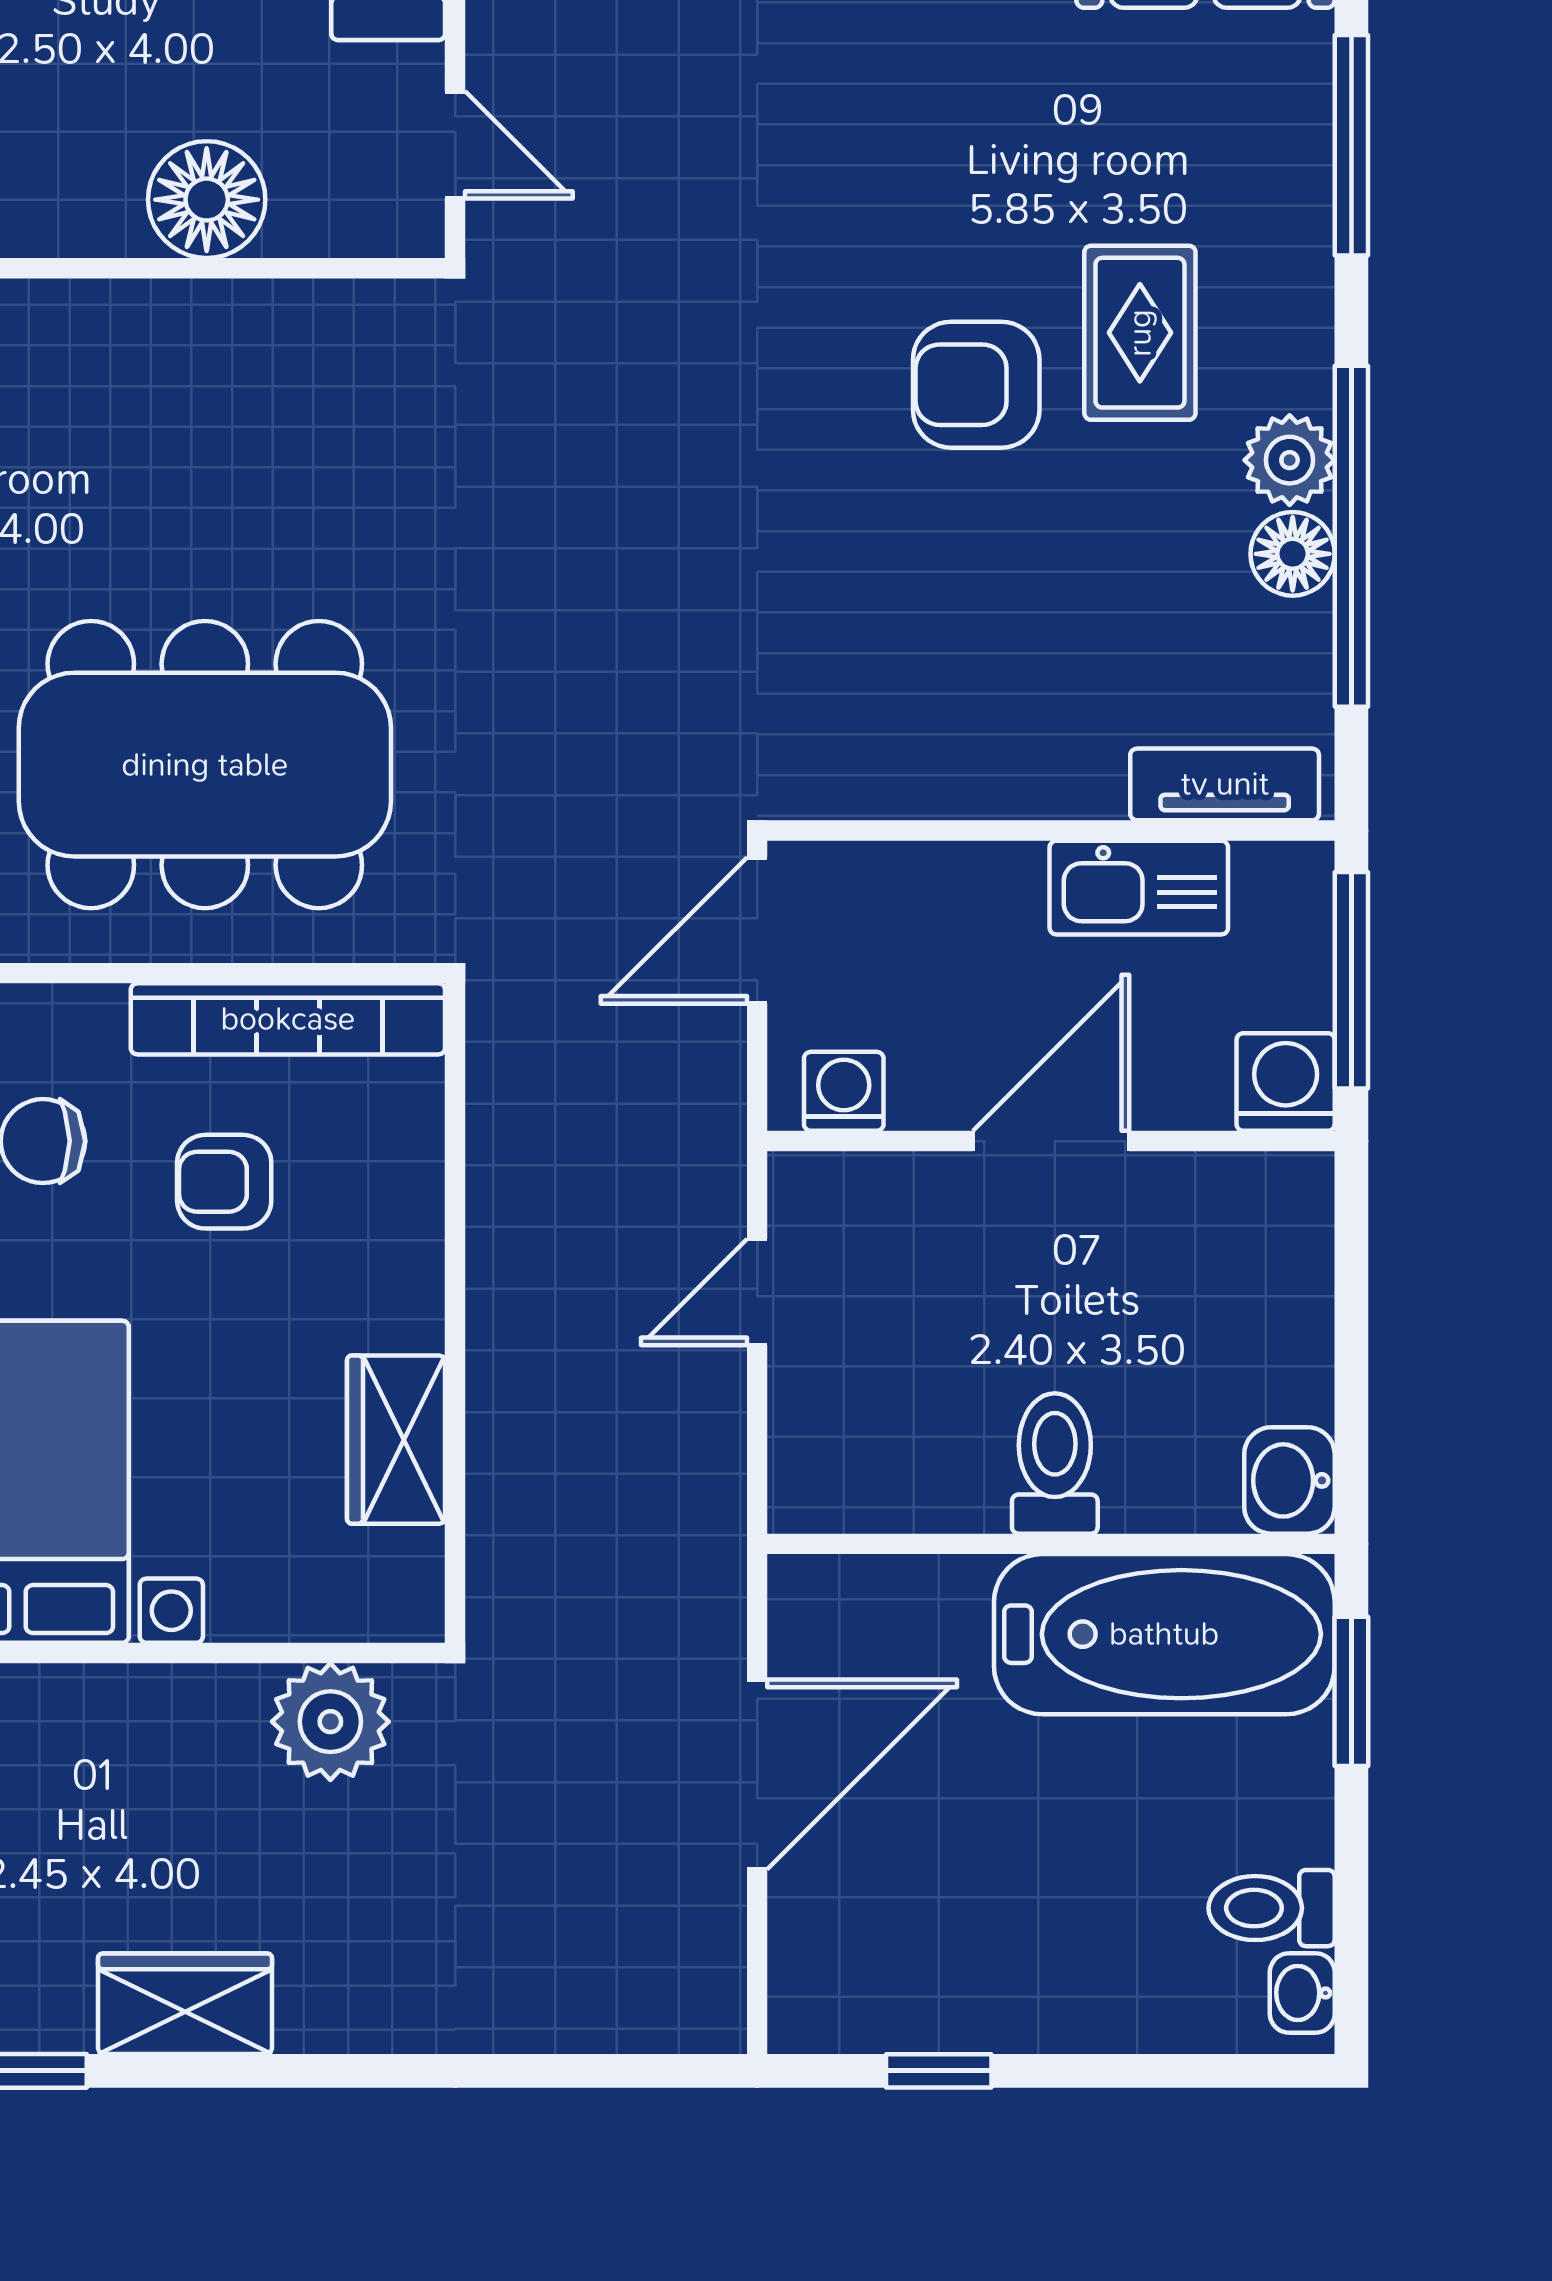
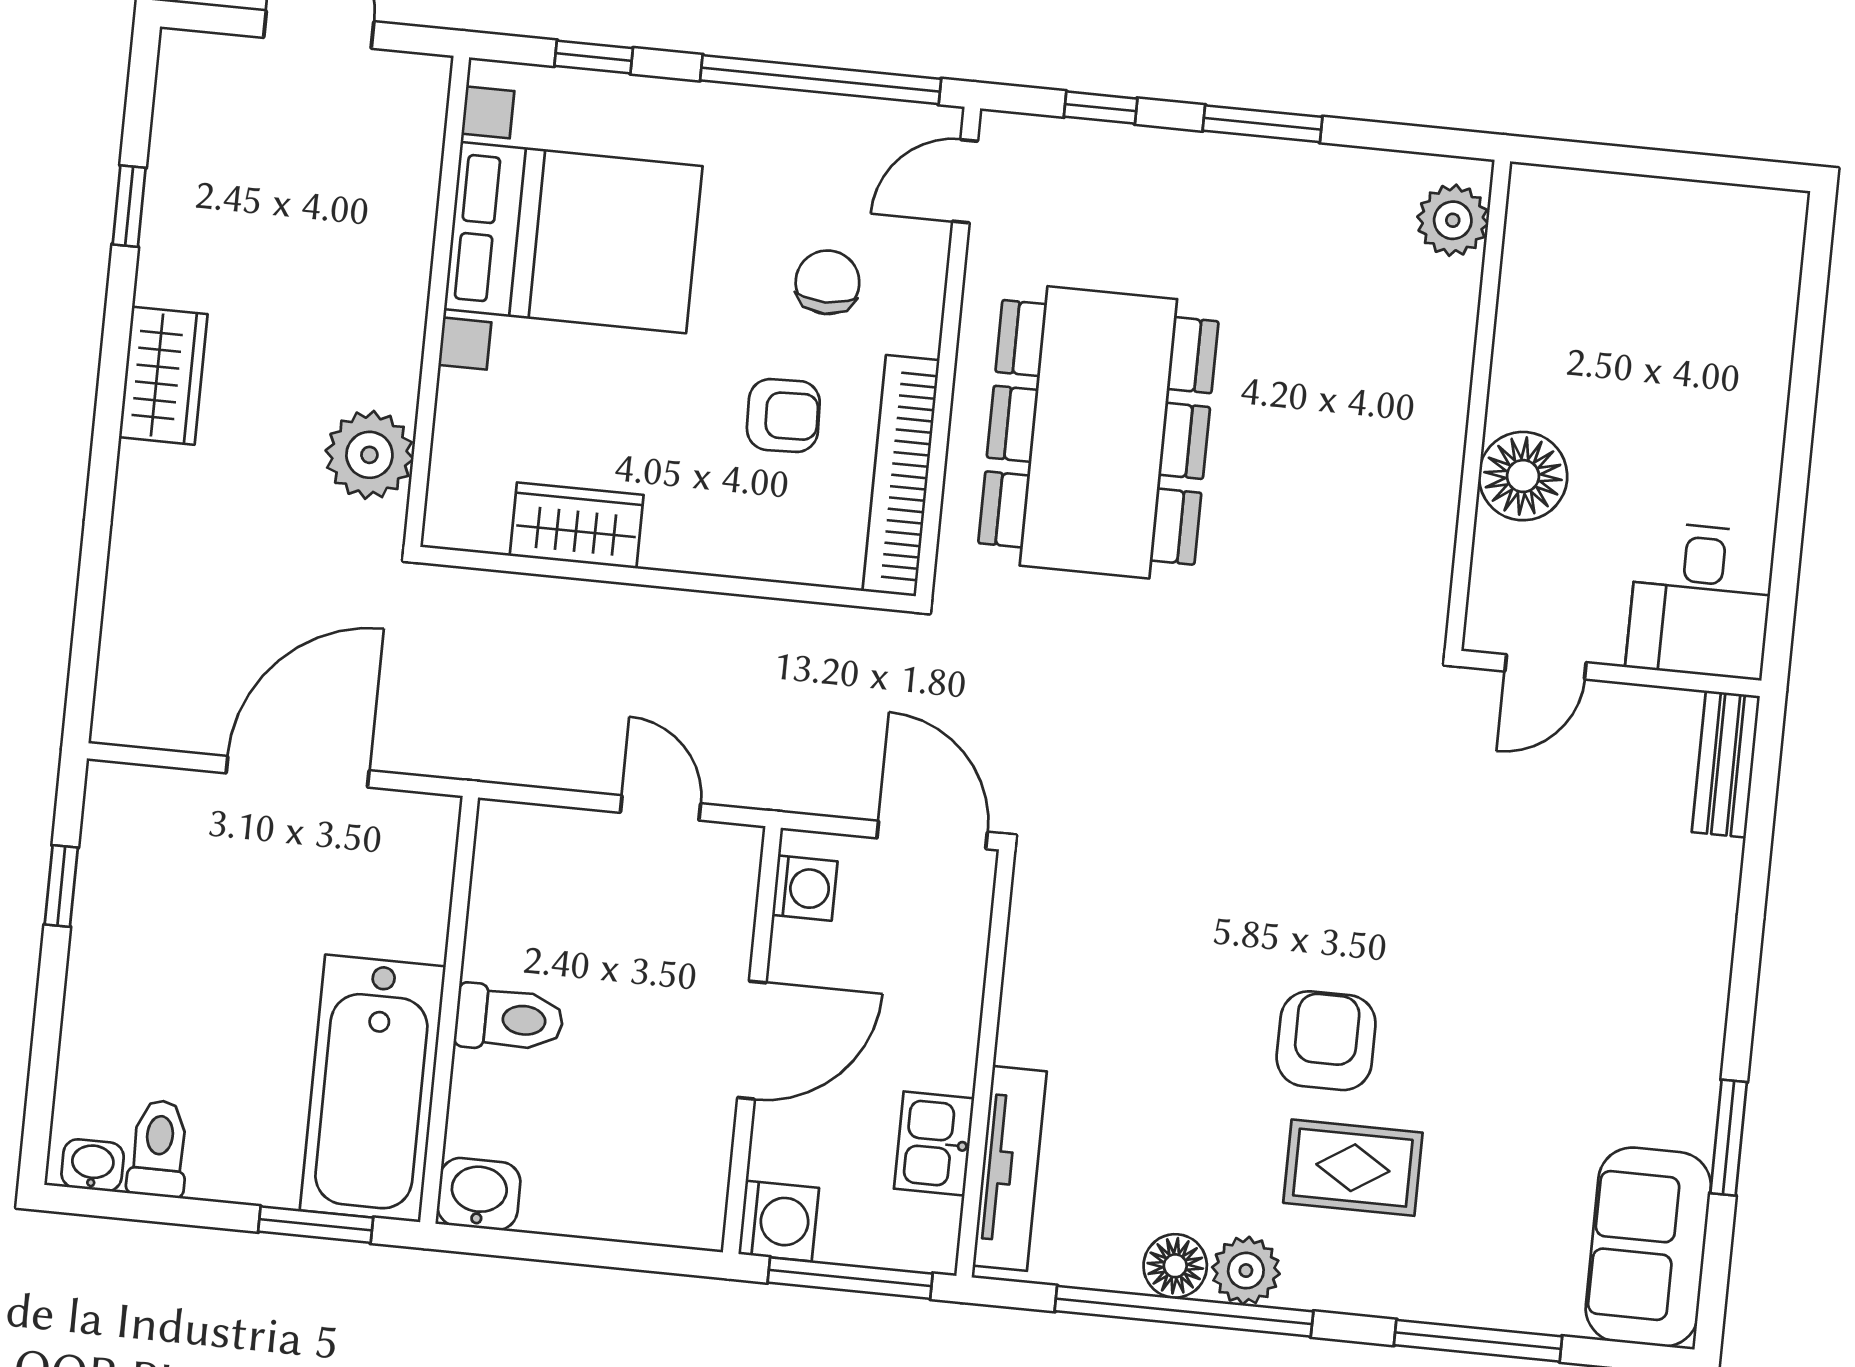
tv unit: (1225, 784) -> (1010, 1168), width x1.41
kitchen sink: (1139, 888) -> (934, 1143), width x0.73
door: (1051, 1141) -> (752, 1040), hinge flipped
armchair: (224, 1182) -> (783, 416), turned 88
door: (757, 1775) -> (298, 772), swing flipped
wardrobe: (185, 2004) -> (163, 376), moved

